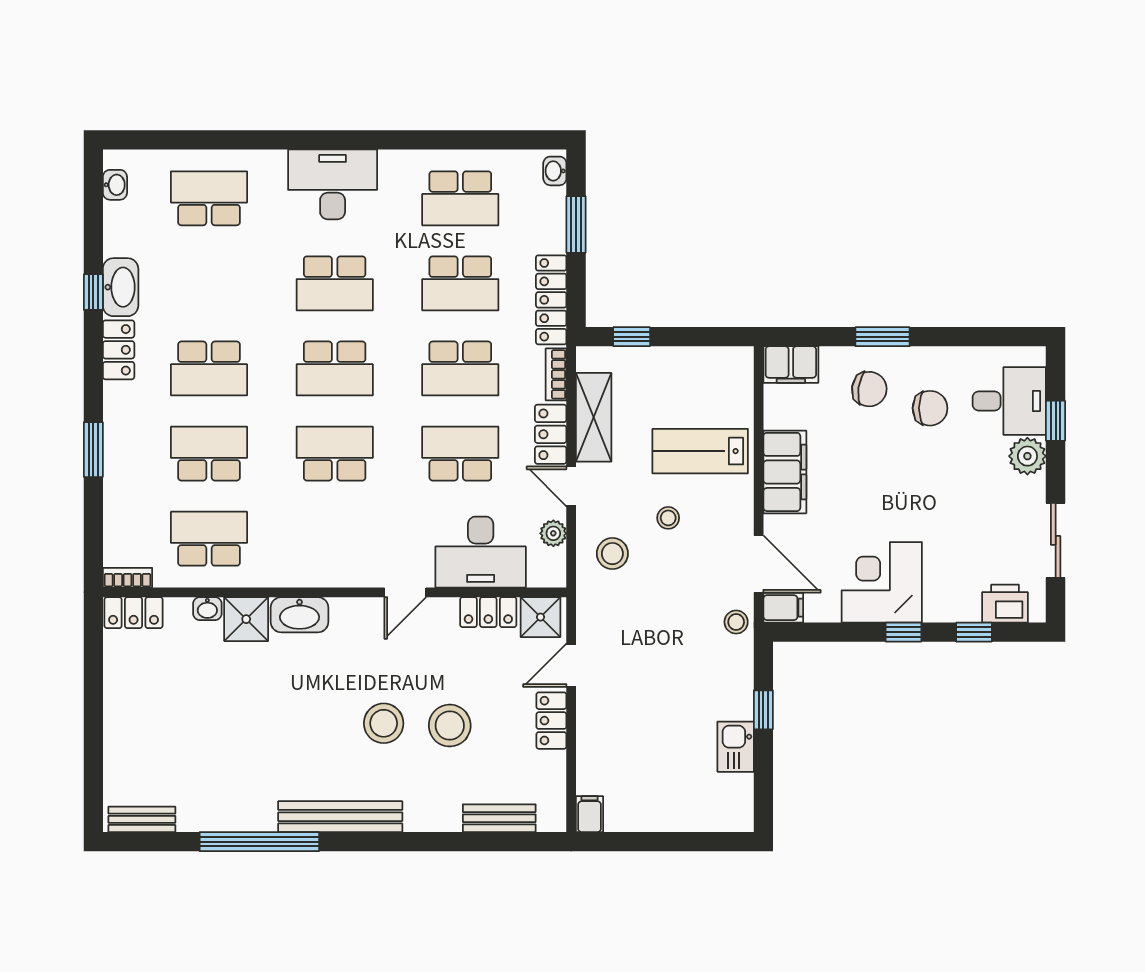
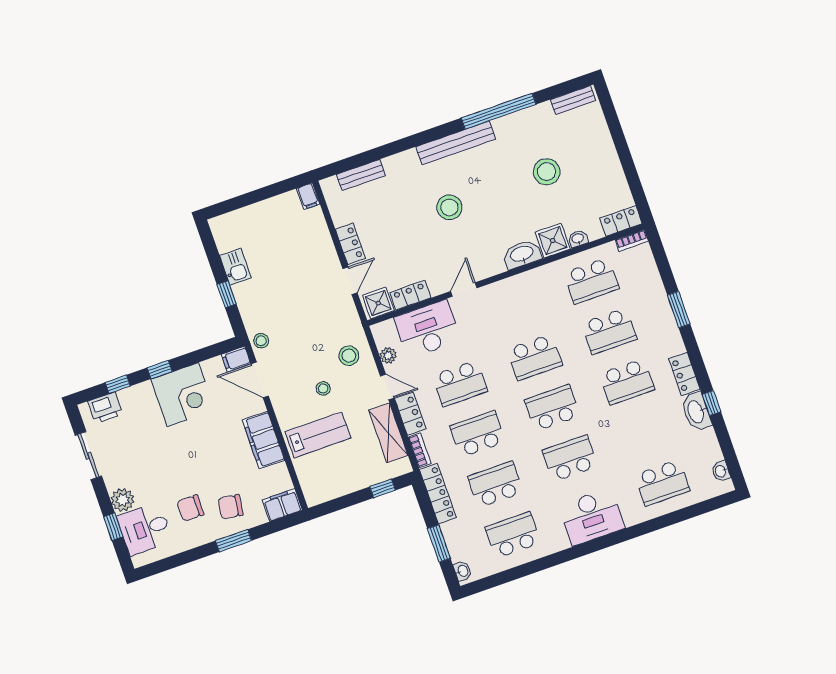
school desk: (209, 368) -> (627, 382), turned 180
stool: (450, 726) -> (547, 172), moved

